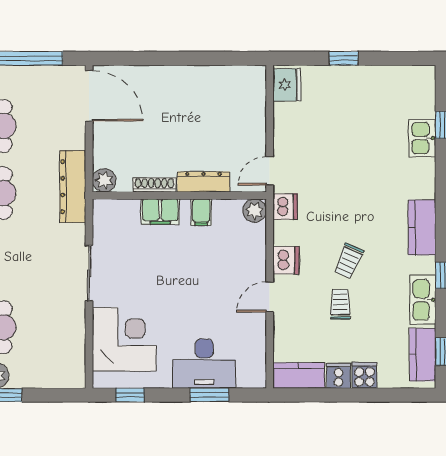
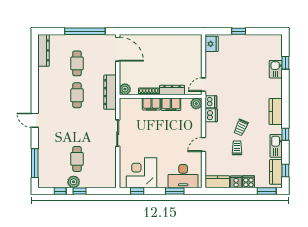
filing cabinet: (201, 212) -> (171, 104), width x2.00
dishwasher: (286, 260) -> (211, 115), moved
corner desk: (124, 339) -> (142, 173), moved, turned -90
desk: (204, 364) -> (183, 176), moved
window: (403, 395) -> (267, 191), added

